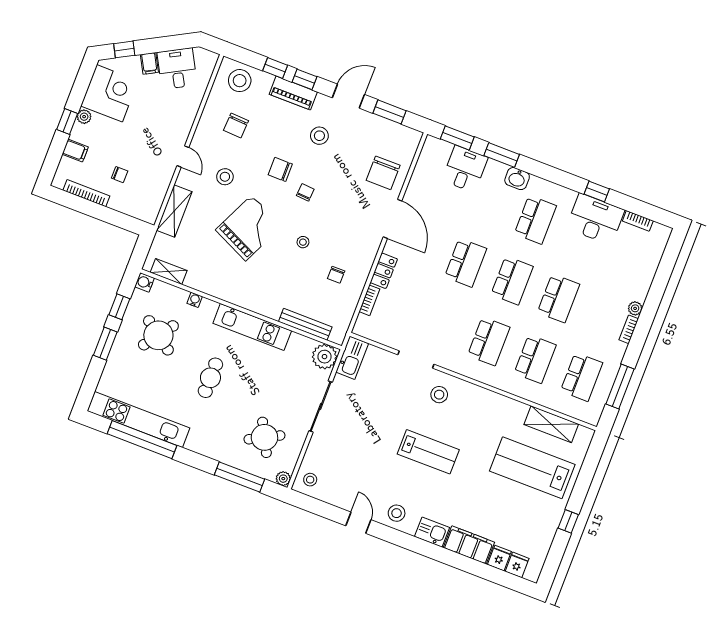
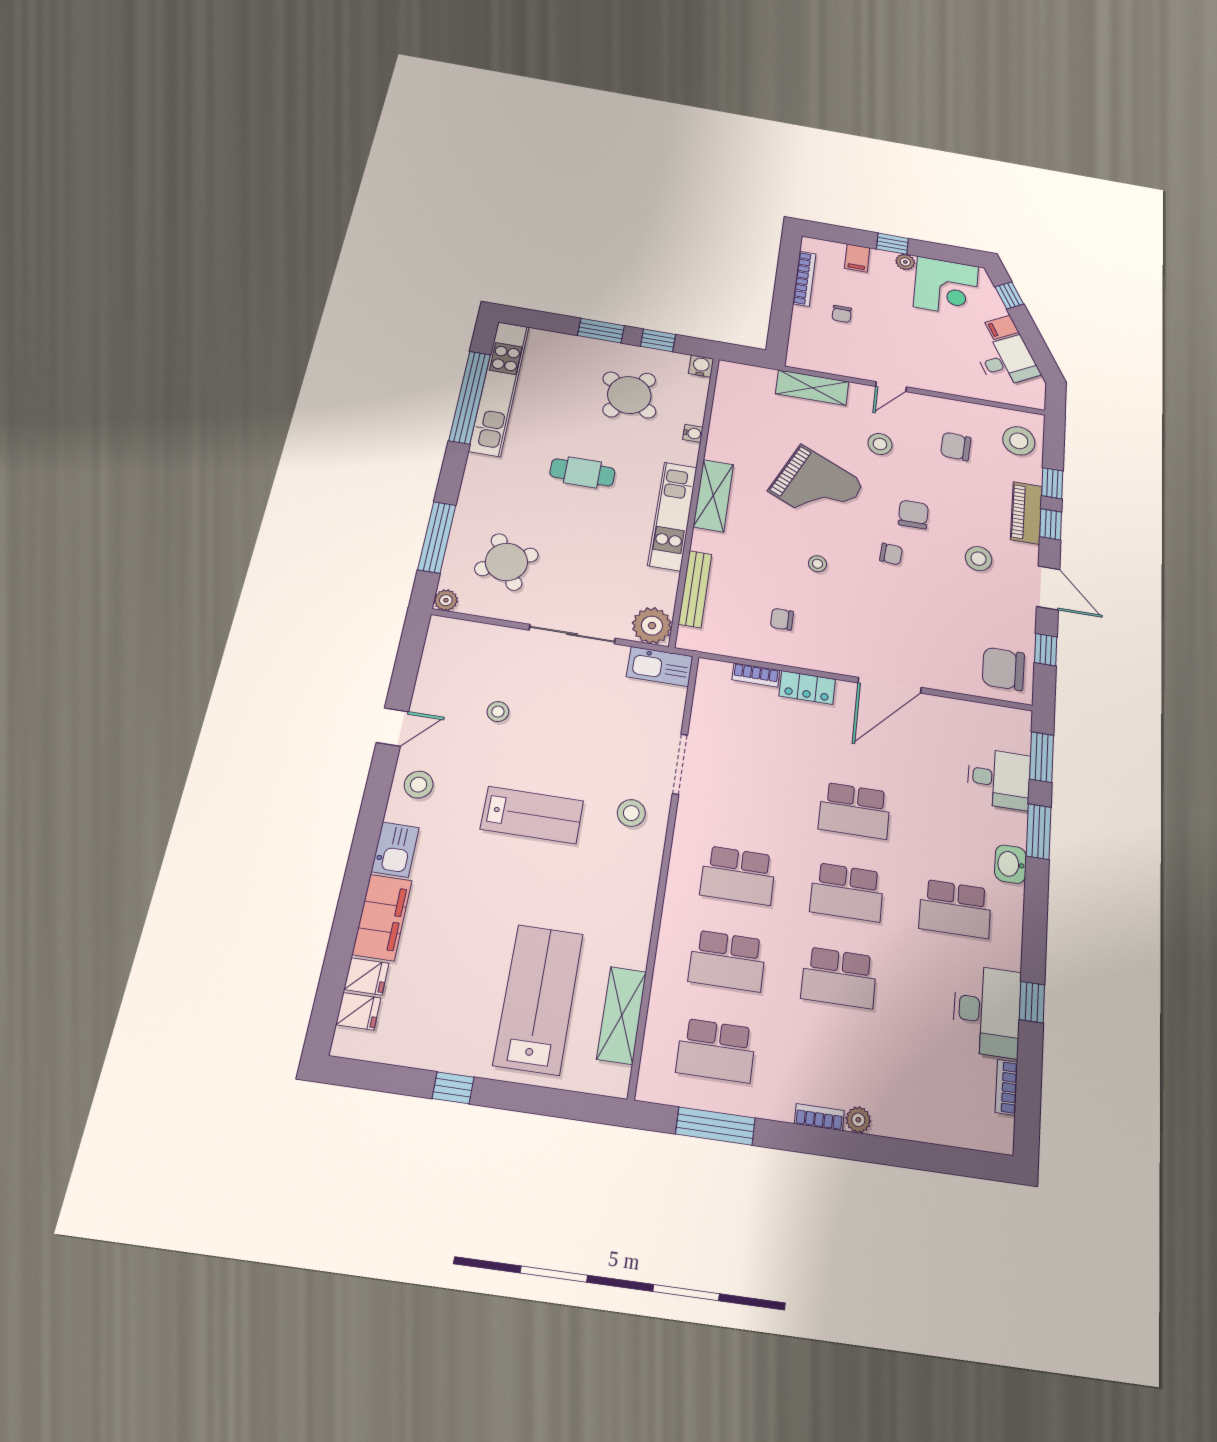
window: (389, 112) -> (1046, 650), width x0.67
chair: (383, 173) -> (1003, 669), moved
shelving: (169, 272) -> (713, 496), moved, width x1.50, depth x1.33
lab bench: (428, 452) -> (532, 815), turned -90
stool: (310, 480) -> (498, 712), moved

